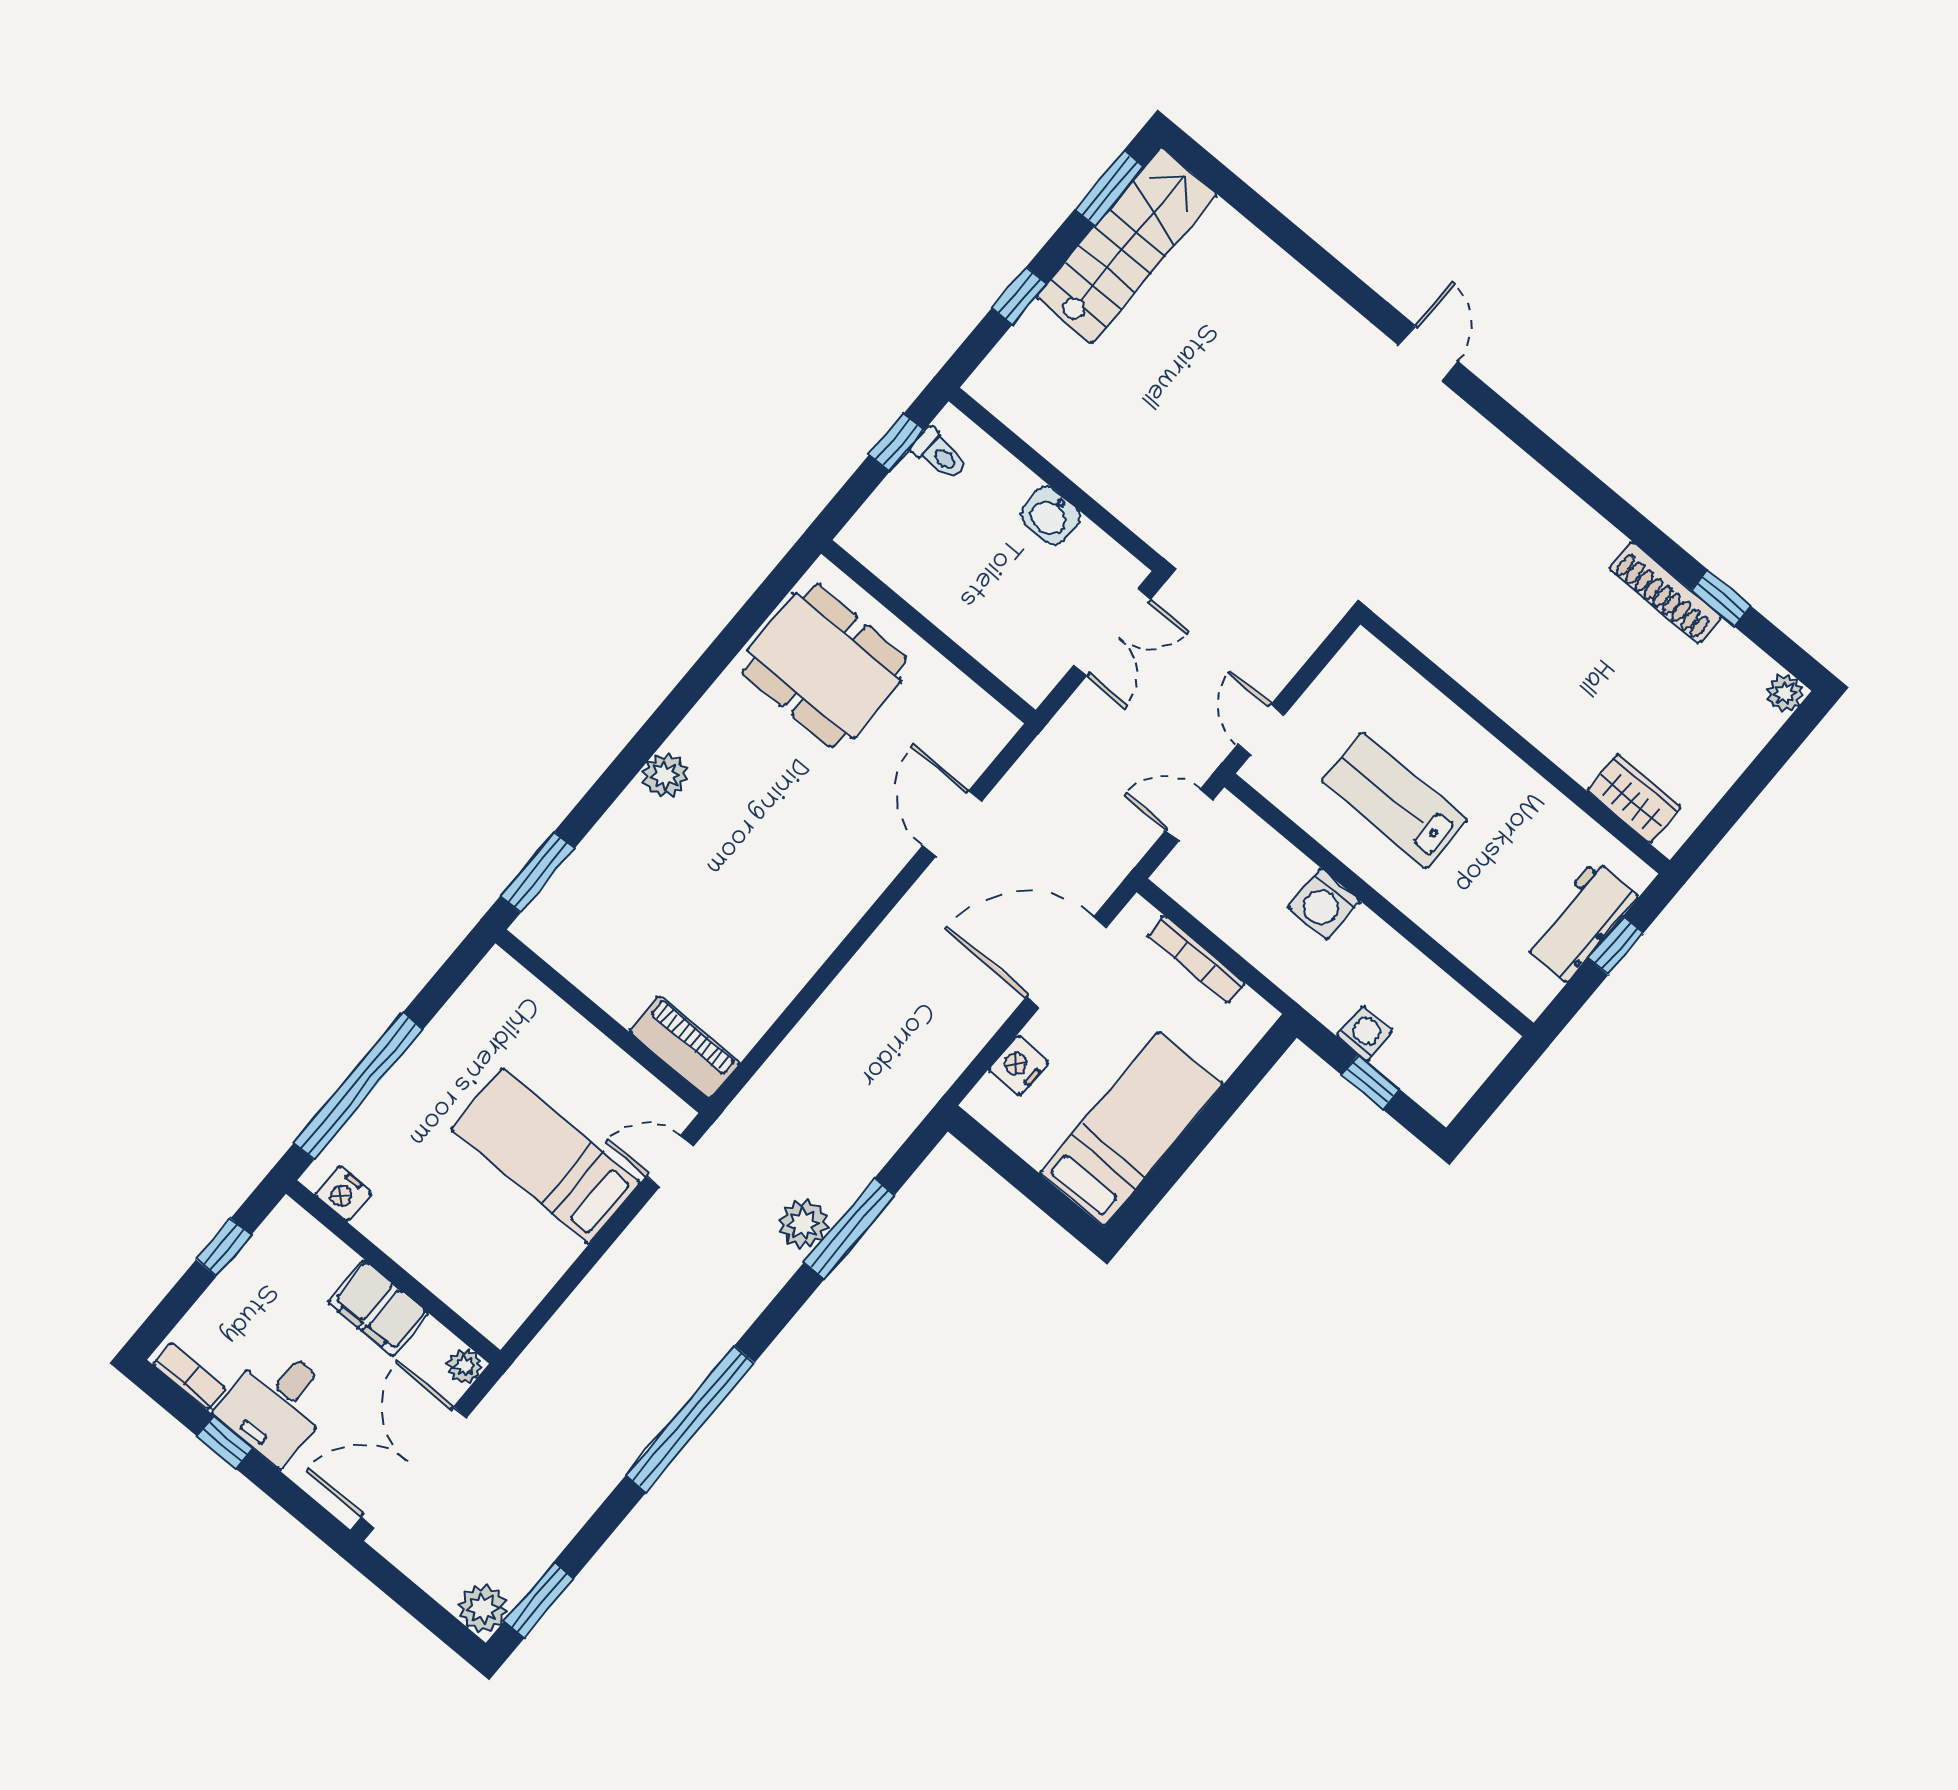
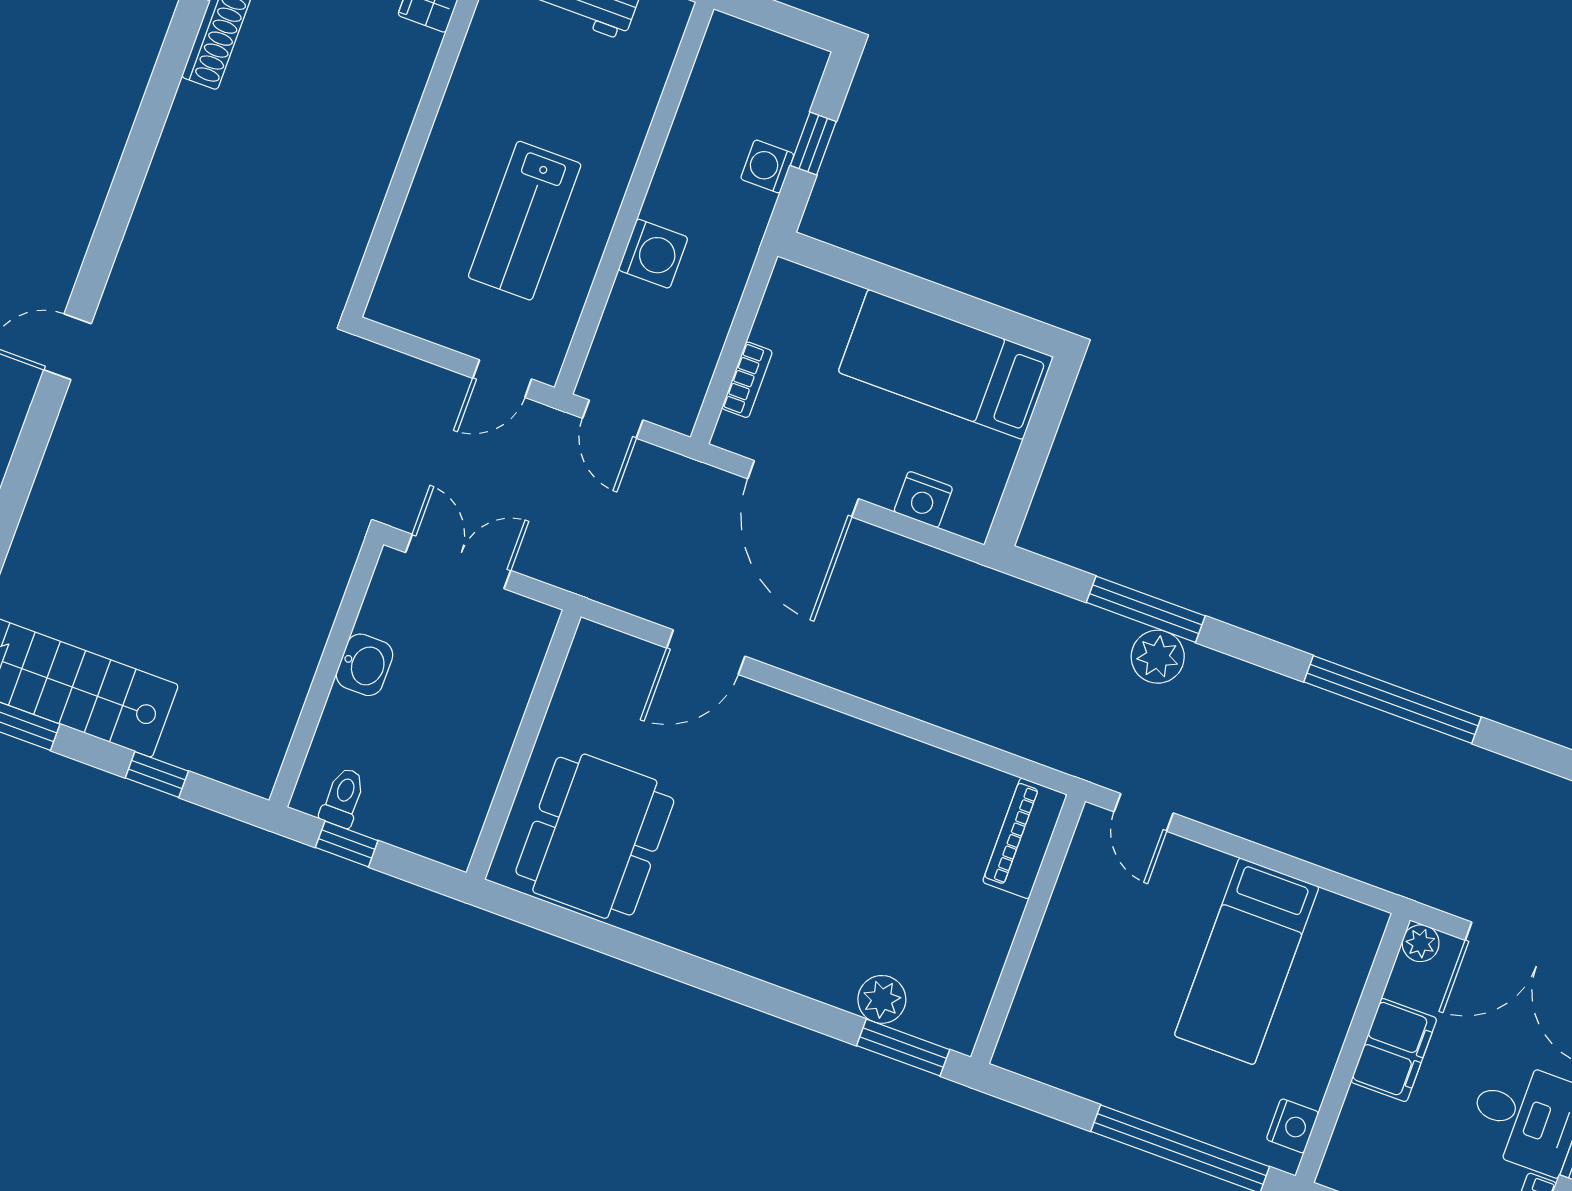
plant: (665, 775) -> (882, 999), moved
bookcase: (1196, 959) -> (747, 380), width x0.64
bed: (546, 1156) -> (1247, 961), moved

